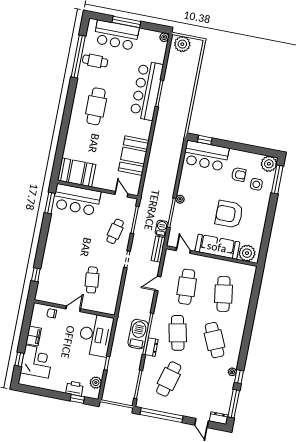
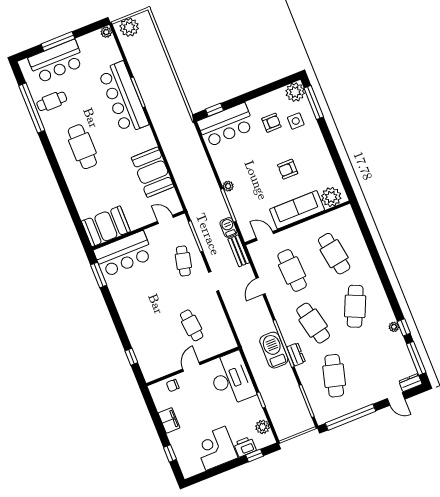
armchair: (229, 214) -> (288, 169), width x0.53, depth x0.53
cafe table: (215, 340) -> (355, 306), turned 48
corner desk: (37, 362) -> (216, 448), moved, turned -90

